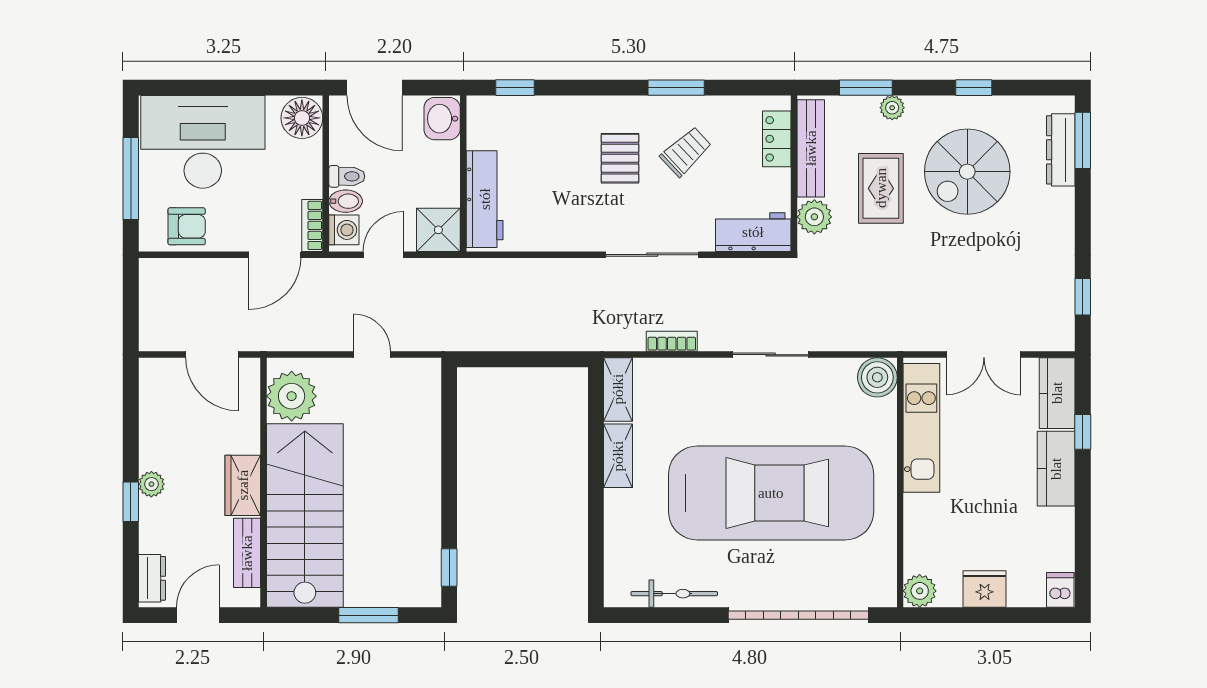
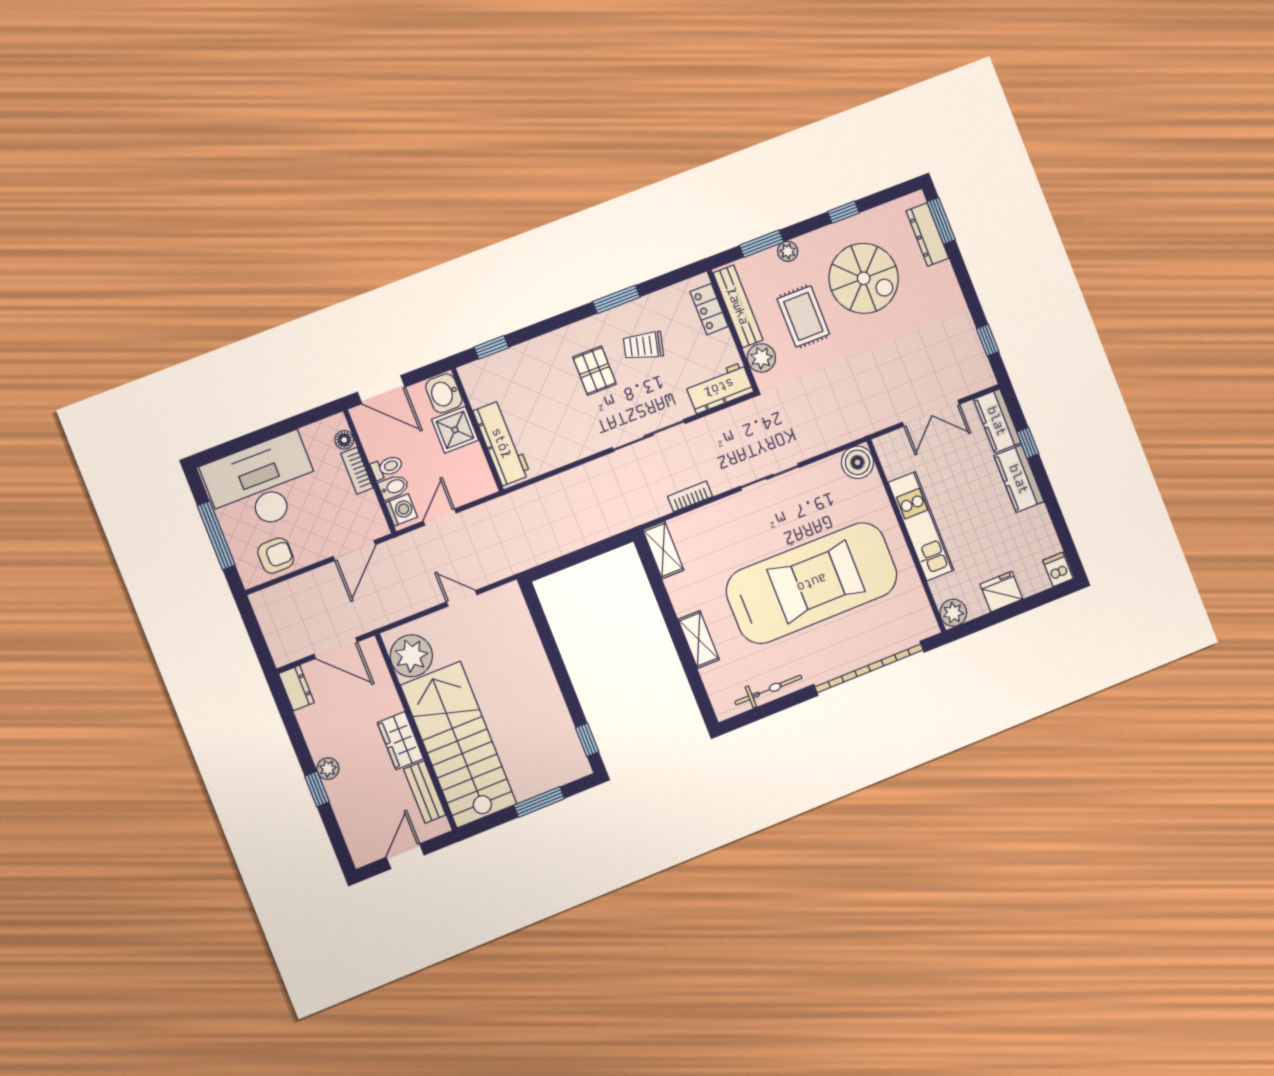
floor lamp: (302, 118) -> (344, 440), width x0.53, depth x0.53
trolley: (686, 152) -> (643, 346), turned -123
spiral stairs: (967, 172) -> (864, 278), turned -90
bookcase: (312, 225) -> (357, 471), moved
shower: (438, 230) -> (455, 430), moved
kitchen unit: (921, 428) -> (921, 526), moved
shelving: (618, 456) -> (699, 639), moved
dresser: (152, 578) -> (296, 688), moved

